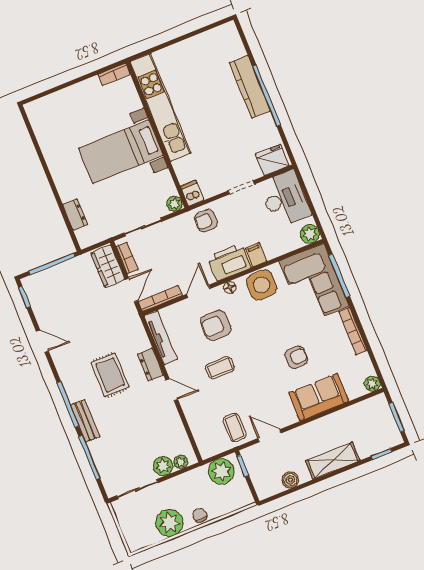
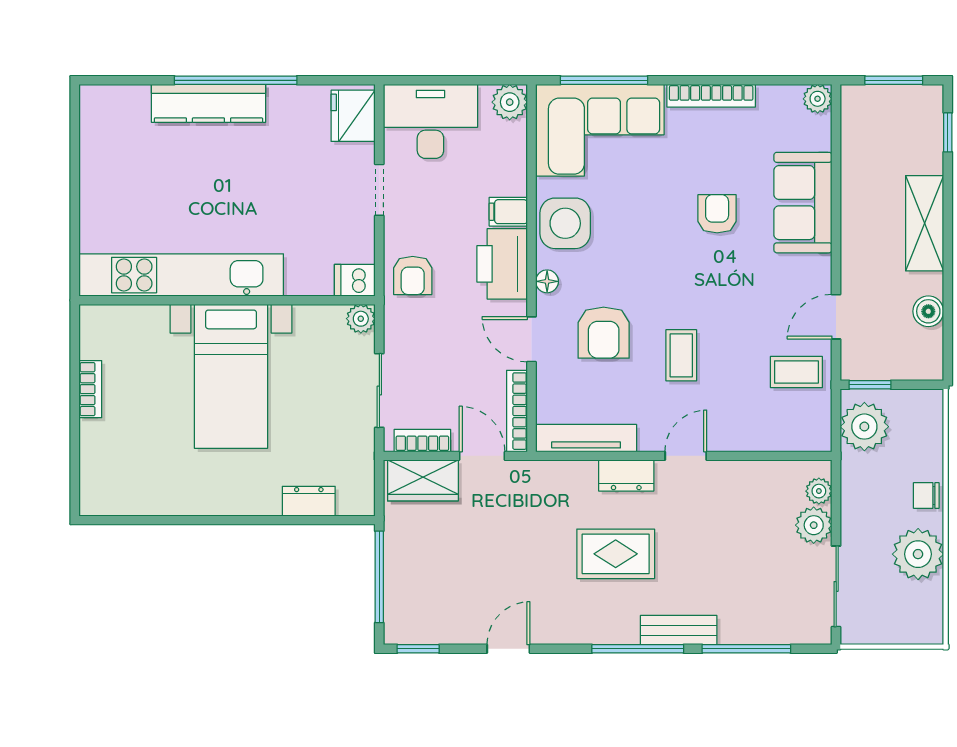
bookcase: (114, 74) -> (90, 389), moved

